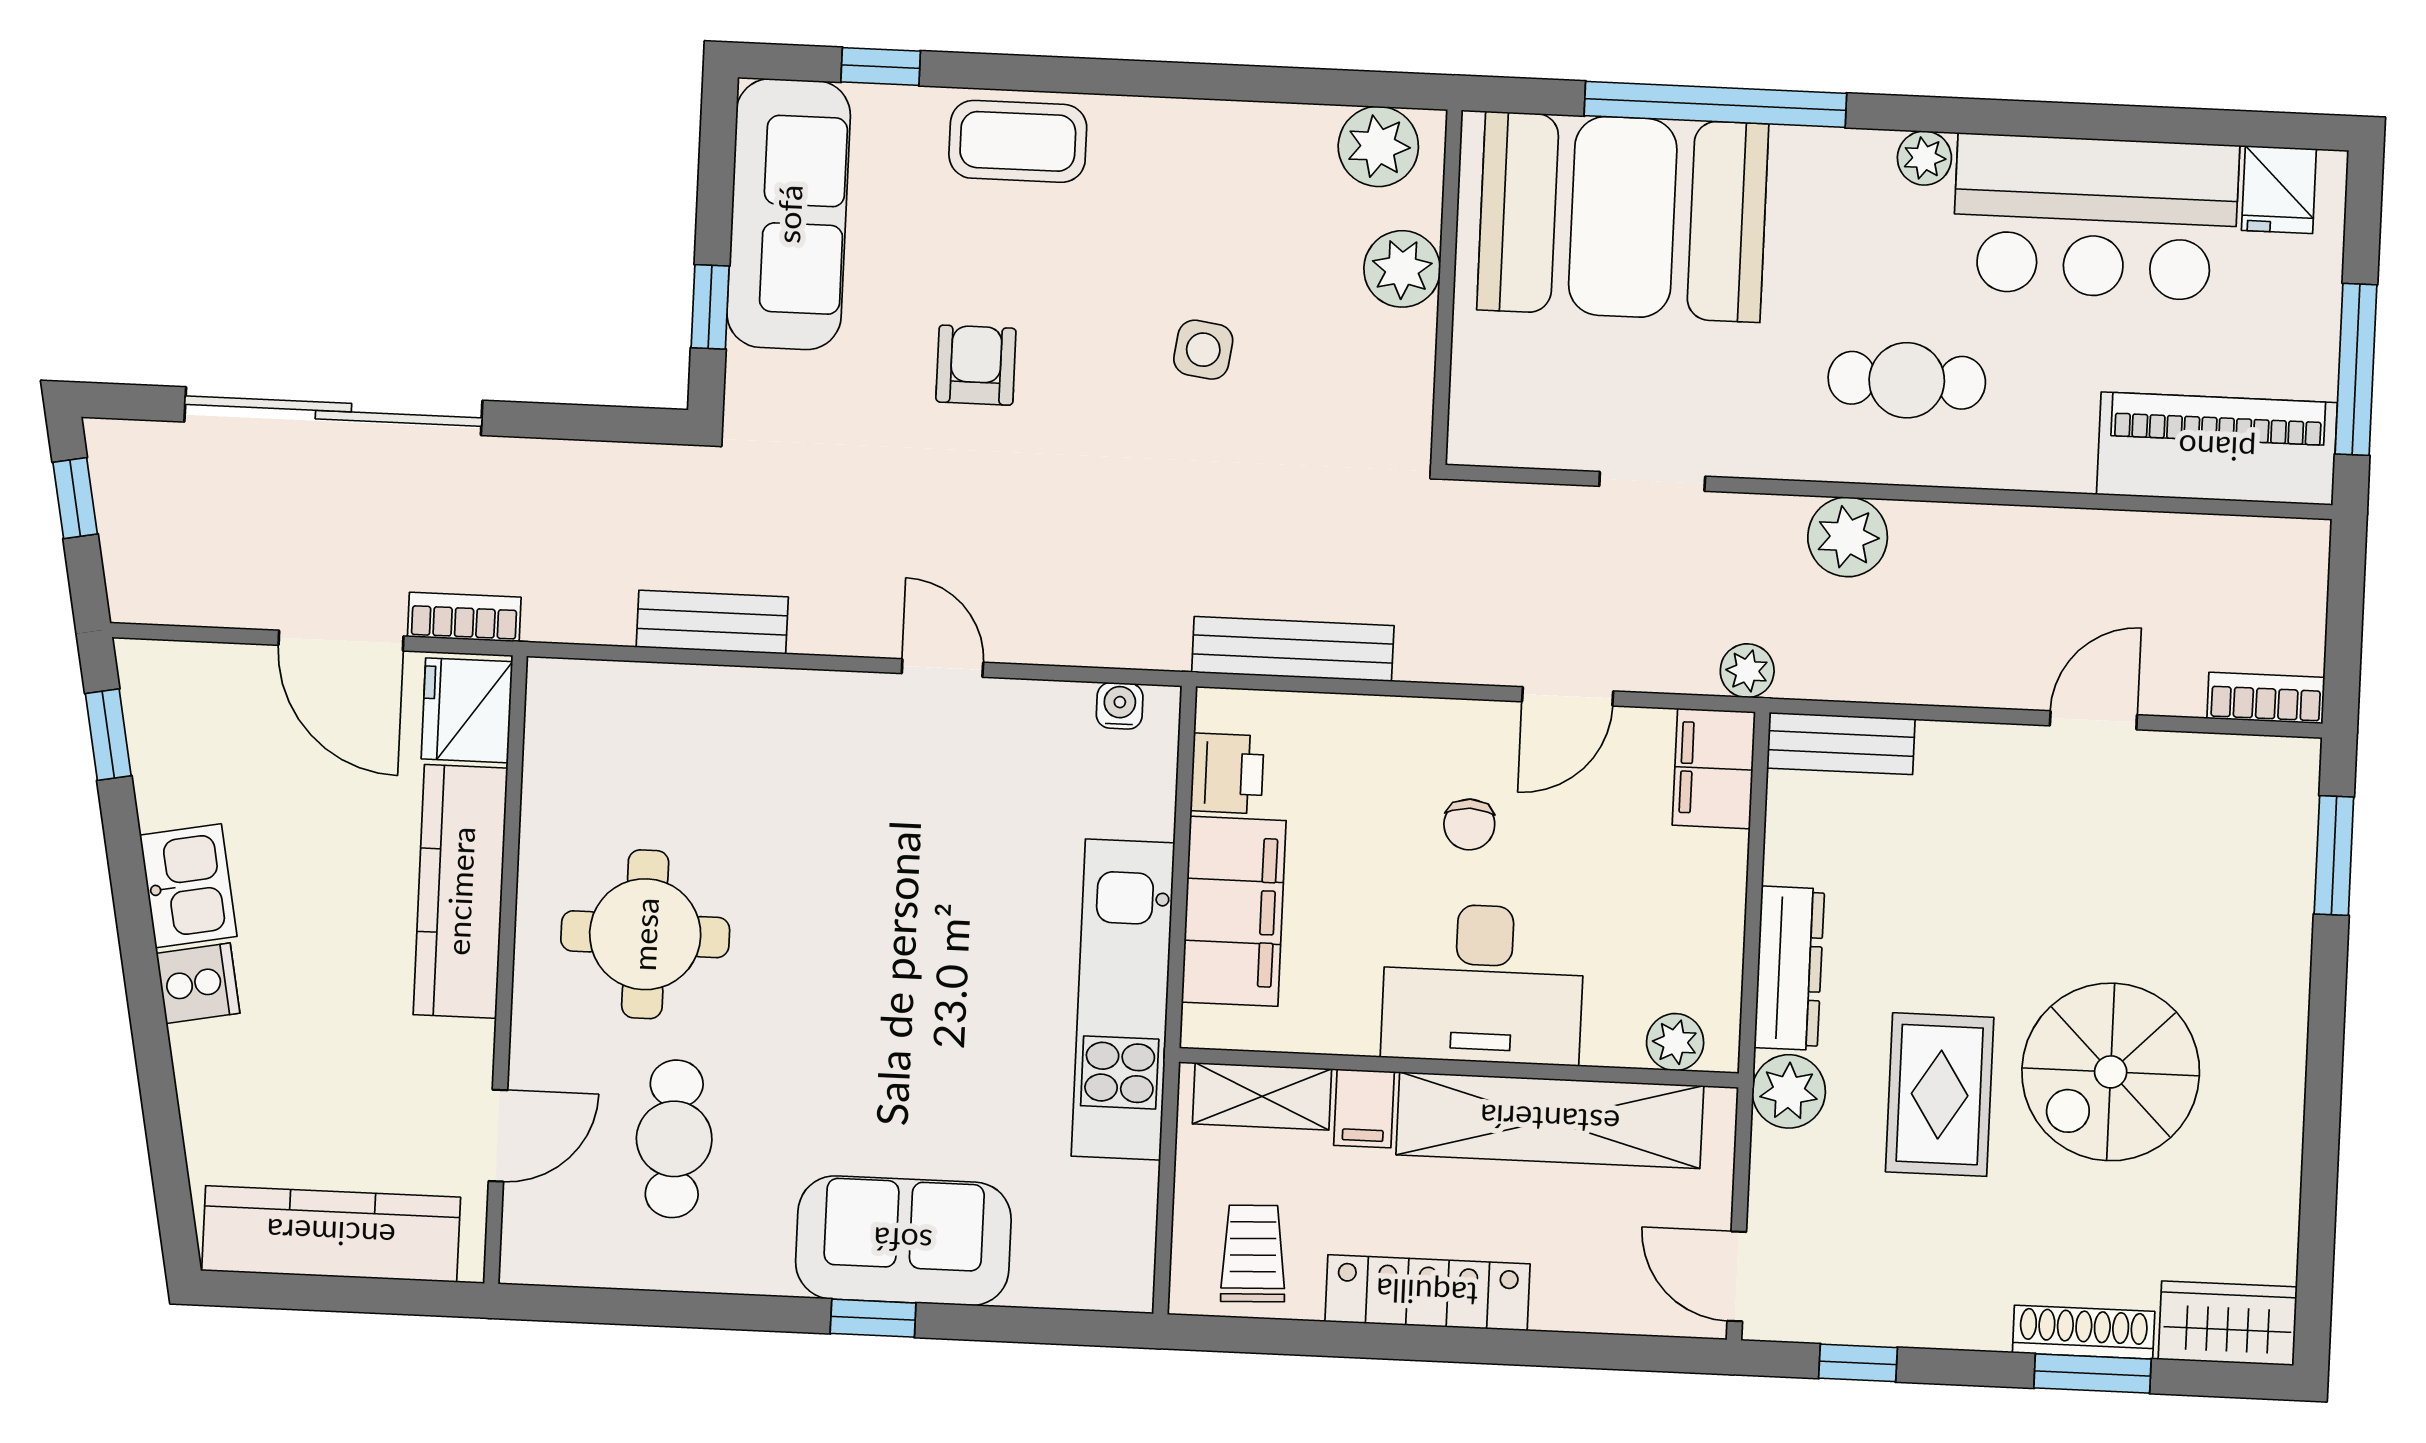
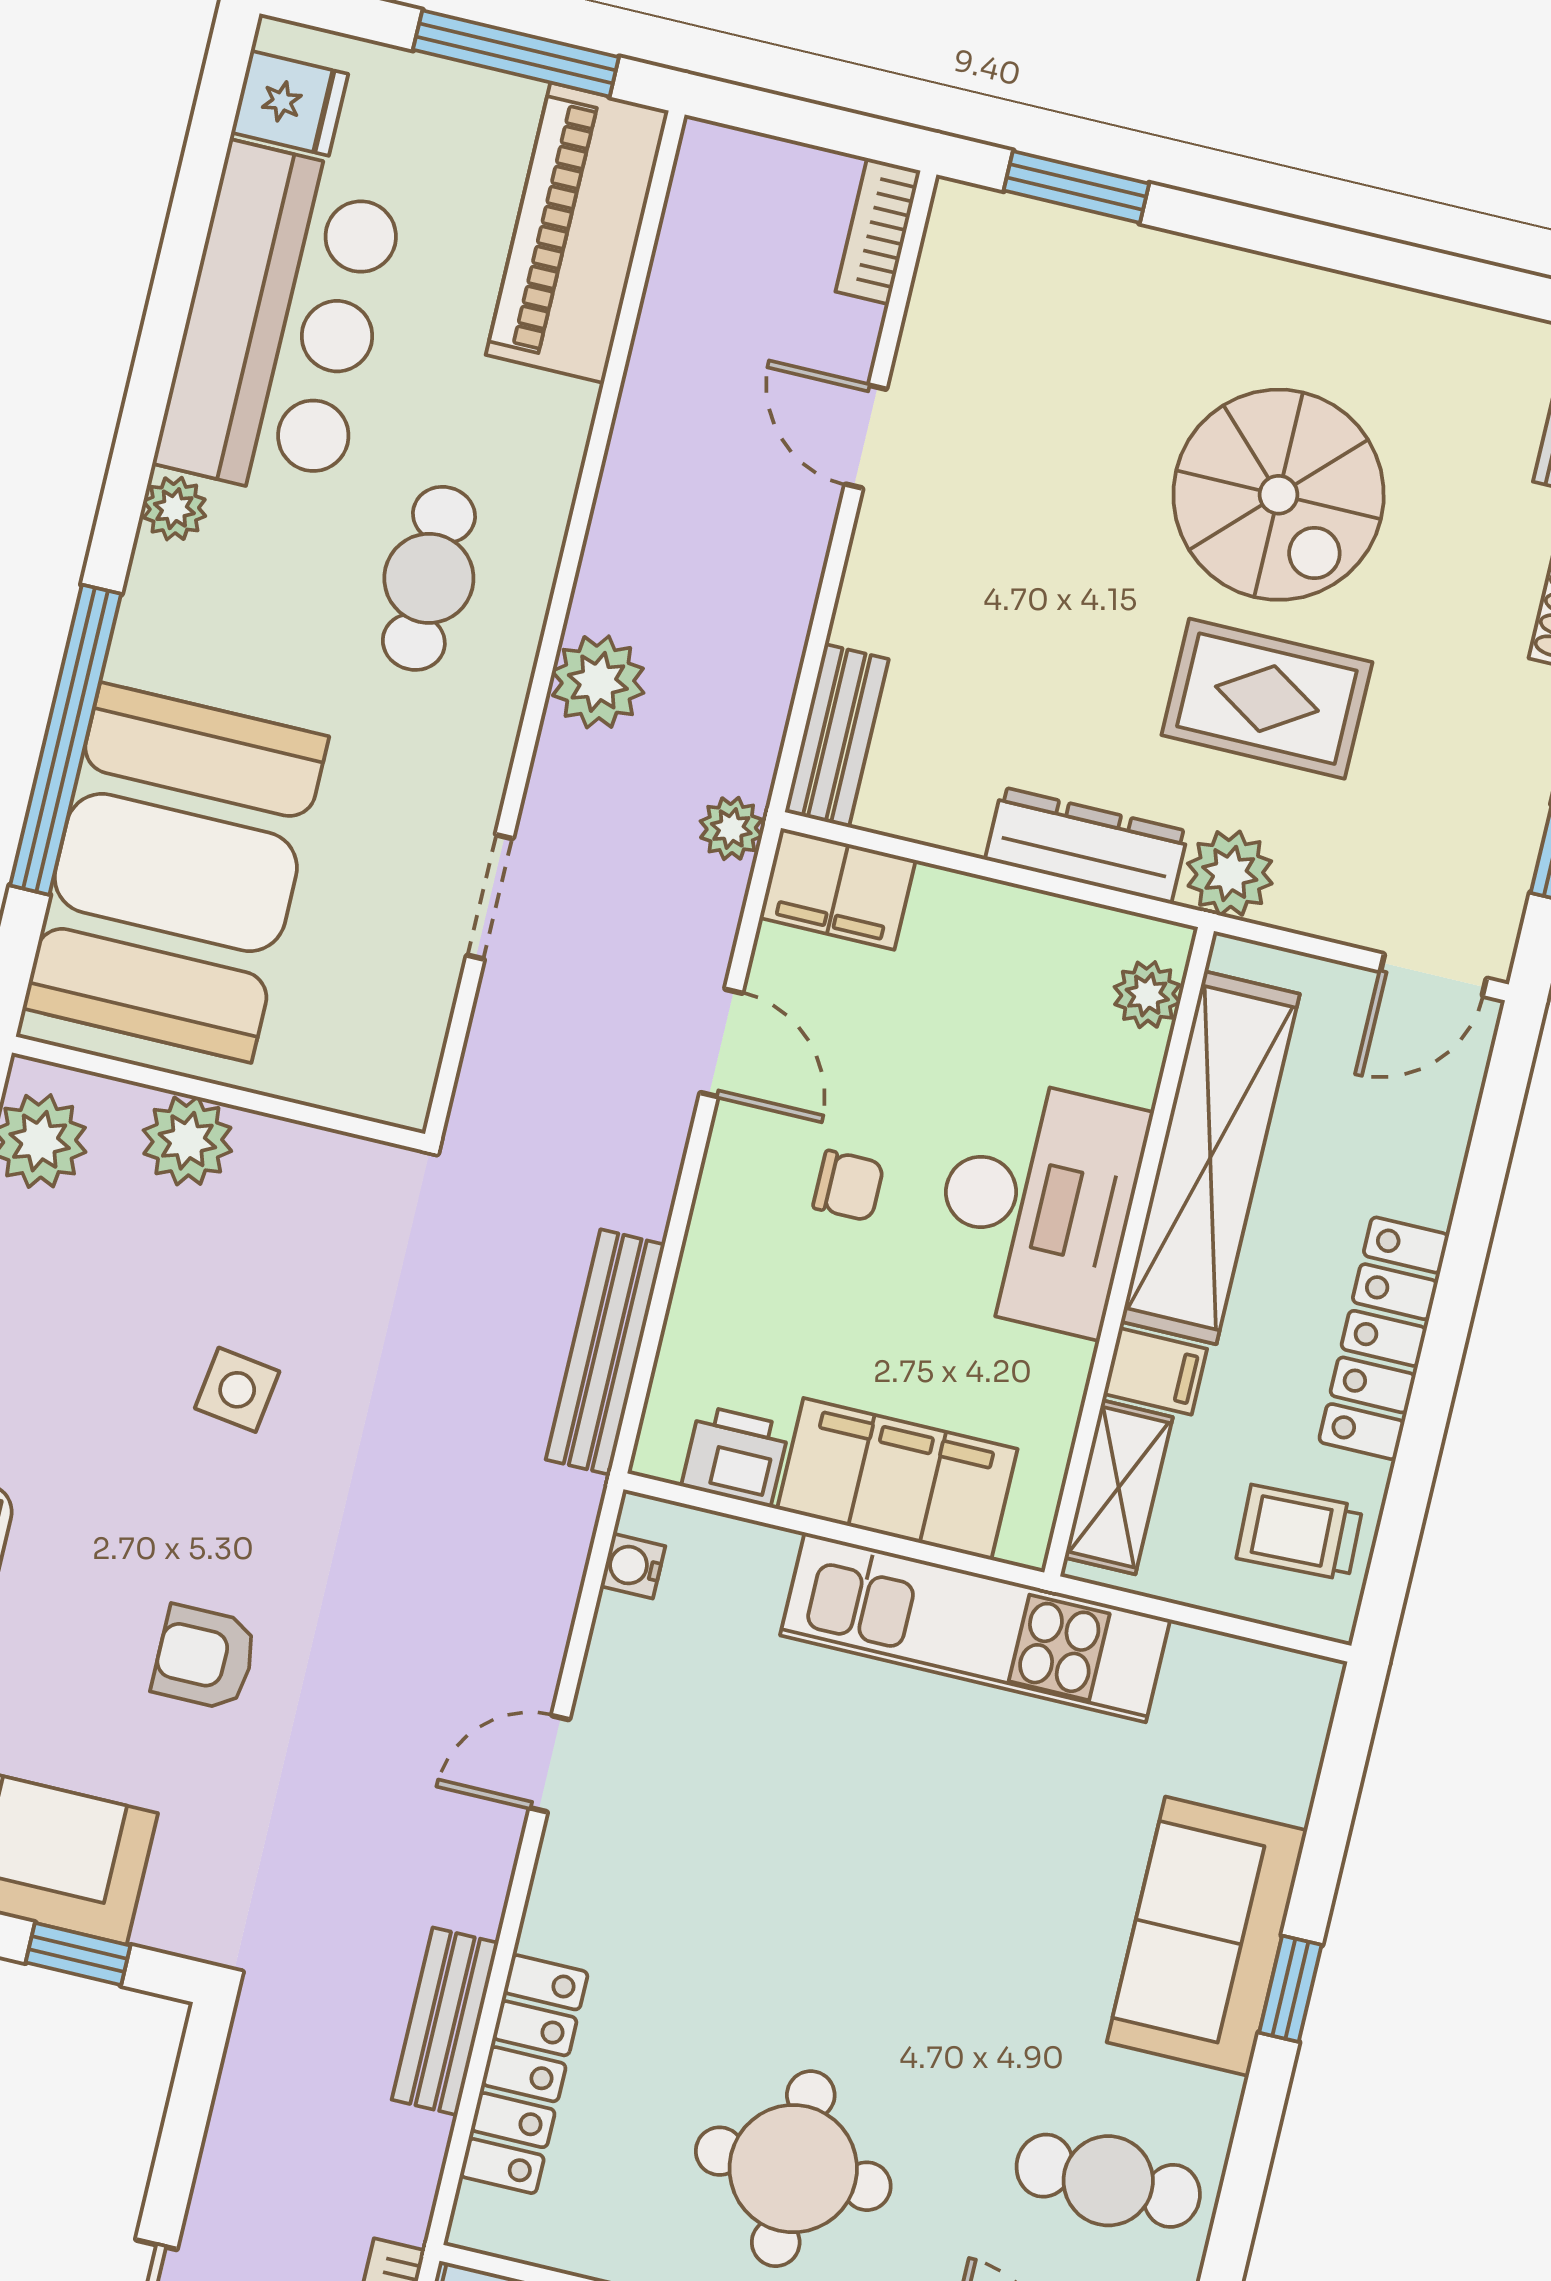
locker: (681, 696) -> (524, 2074), added
cafe table: (674, 1139) -> (1108, 2181), moved

